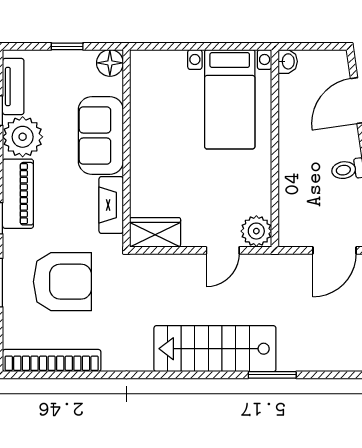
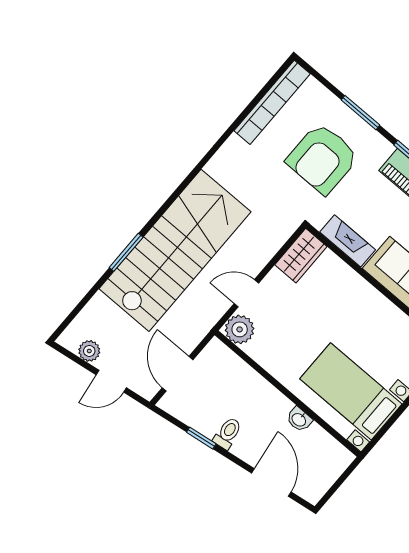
washbasin: (288, 61) -> (299, 419), moved
door: (223, 250) -> (246, 293), hinge flipped
stairs: (215, 349) -> (175, 250), width x1.36, depth x1.51

